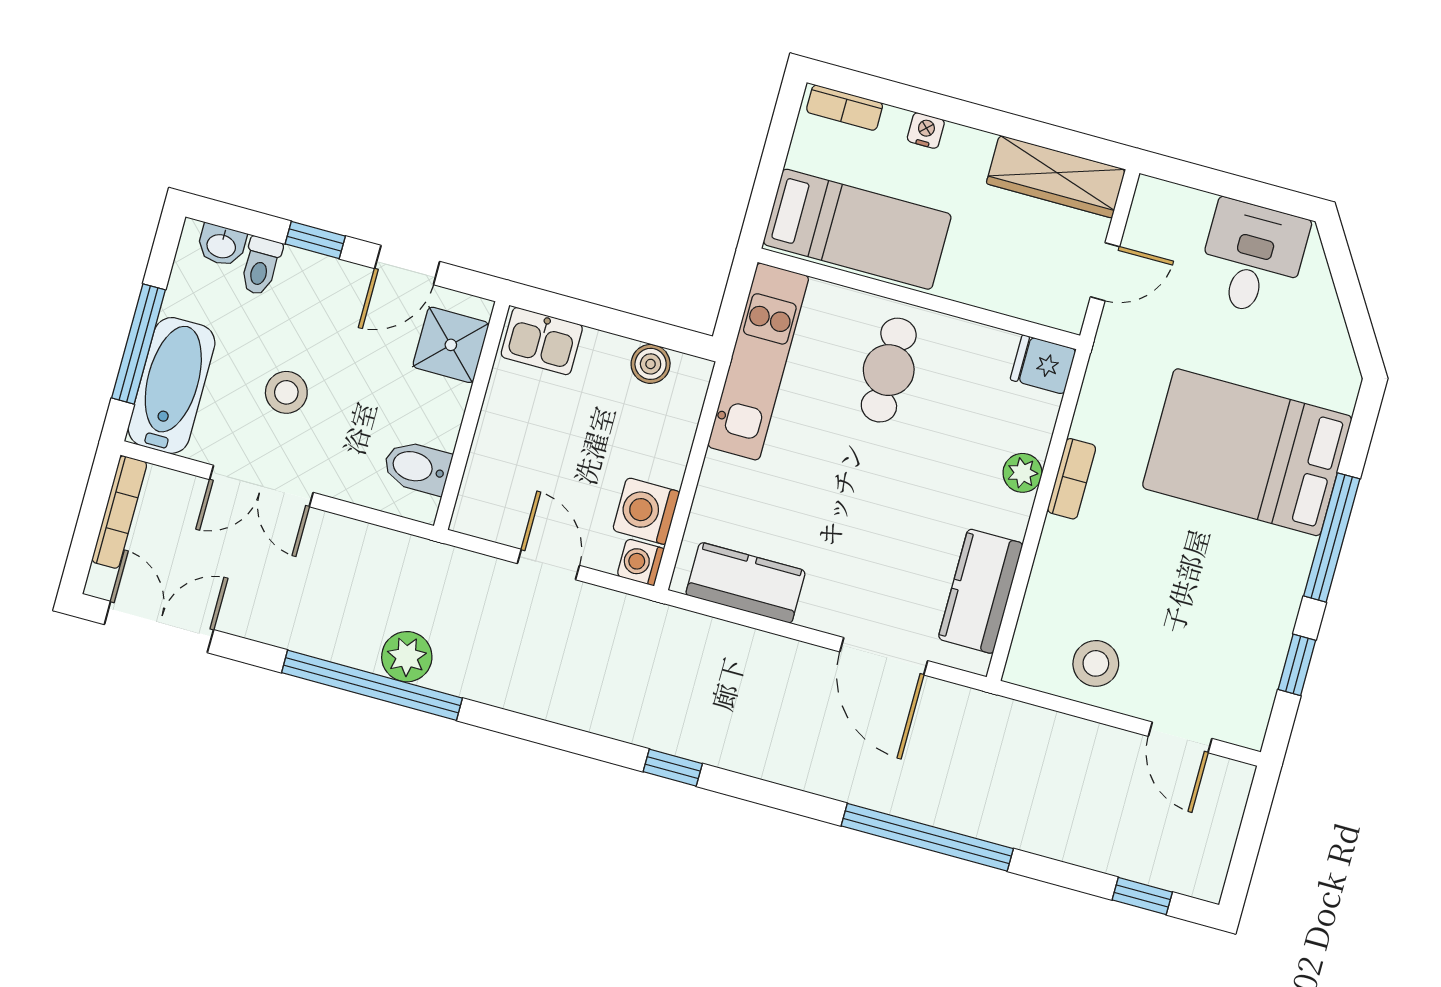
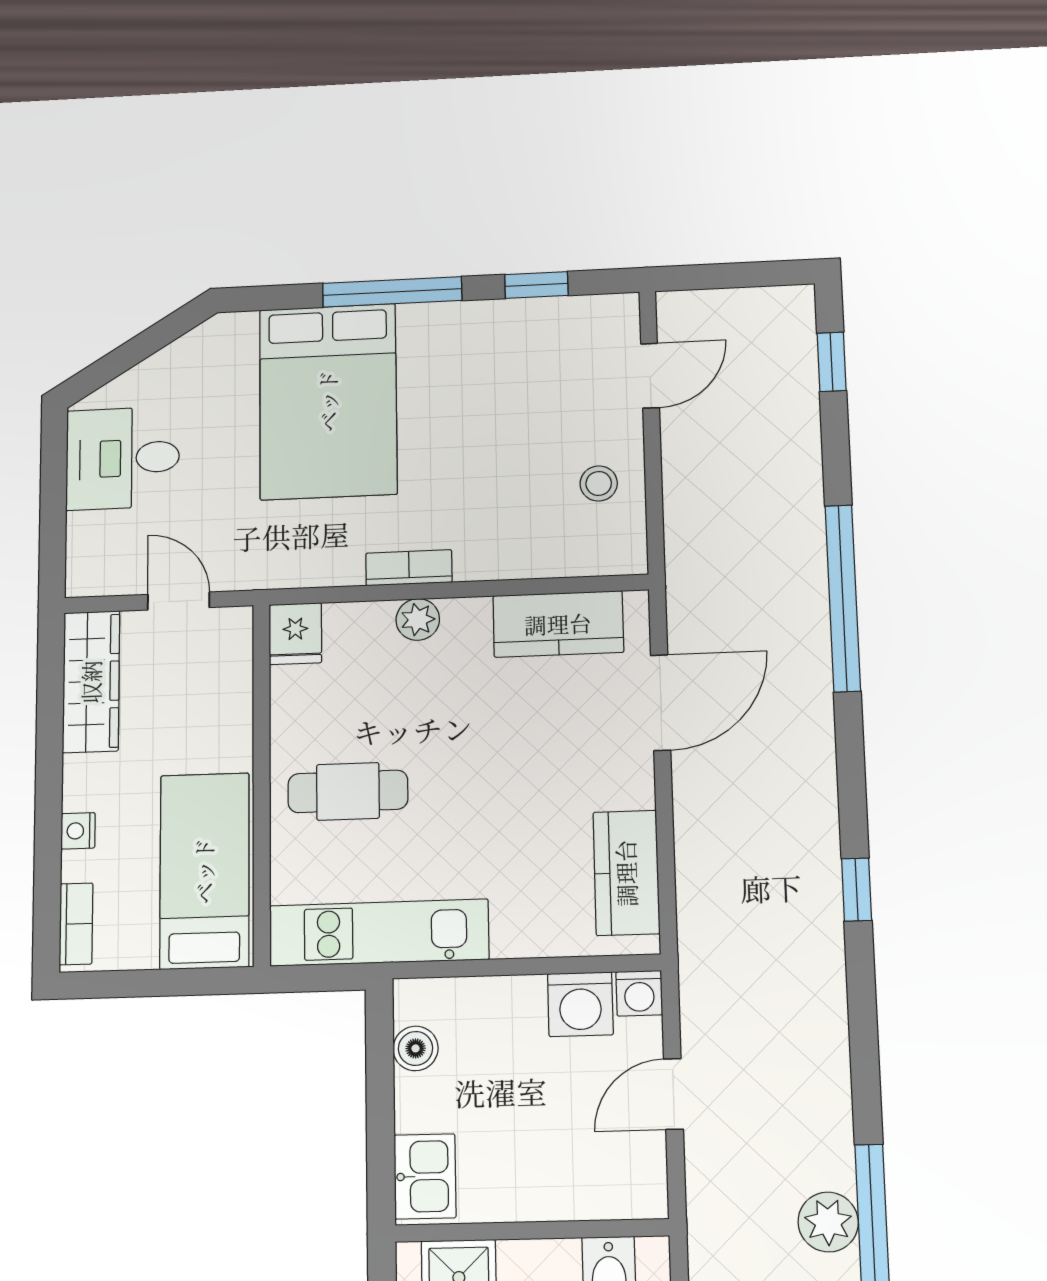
stool: (1096, 663) -> (599, 483), width x0.73, depth x0.73

